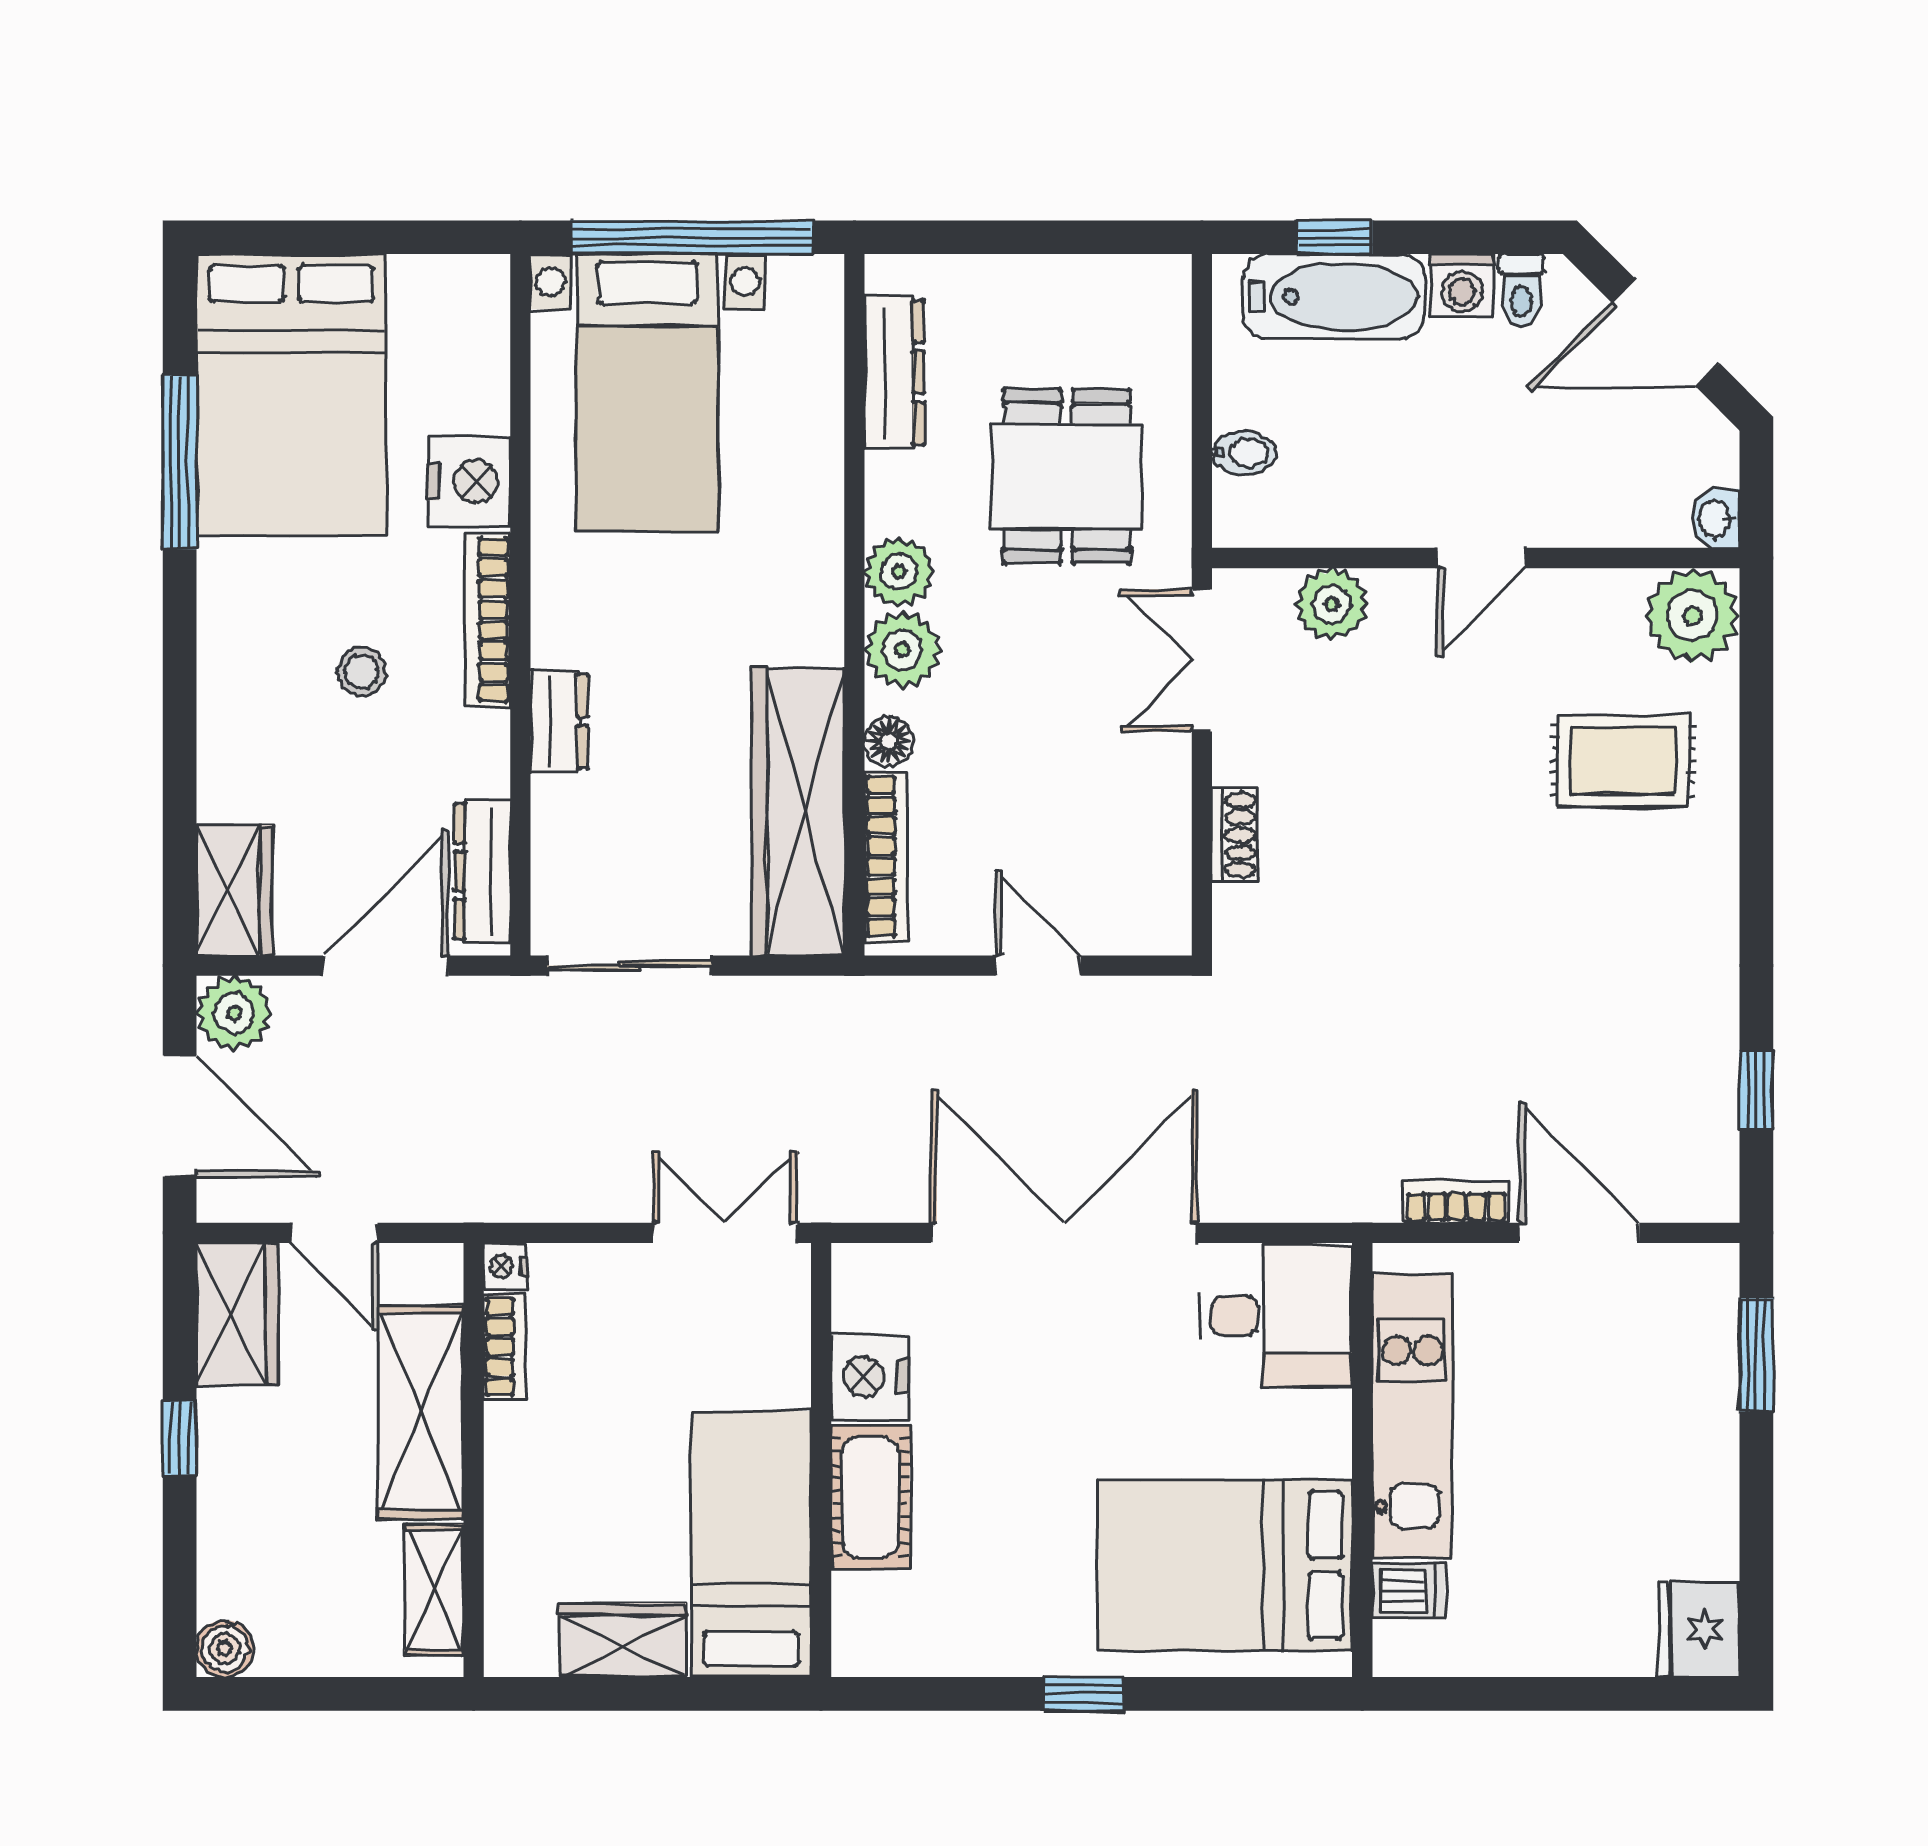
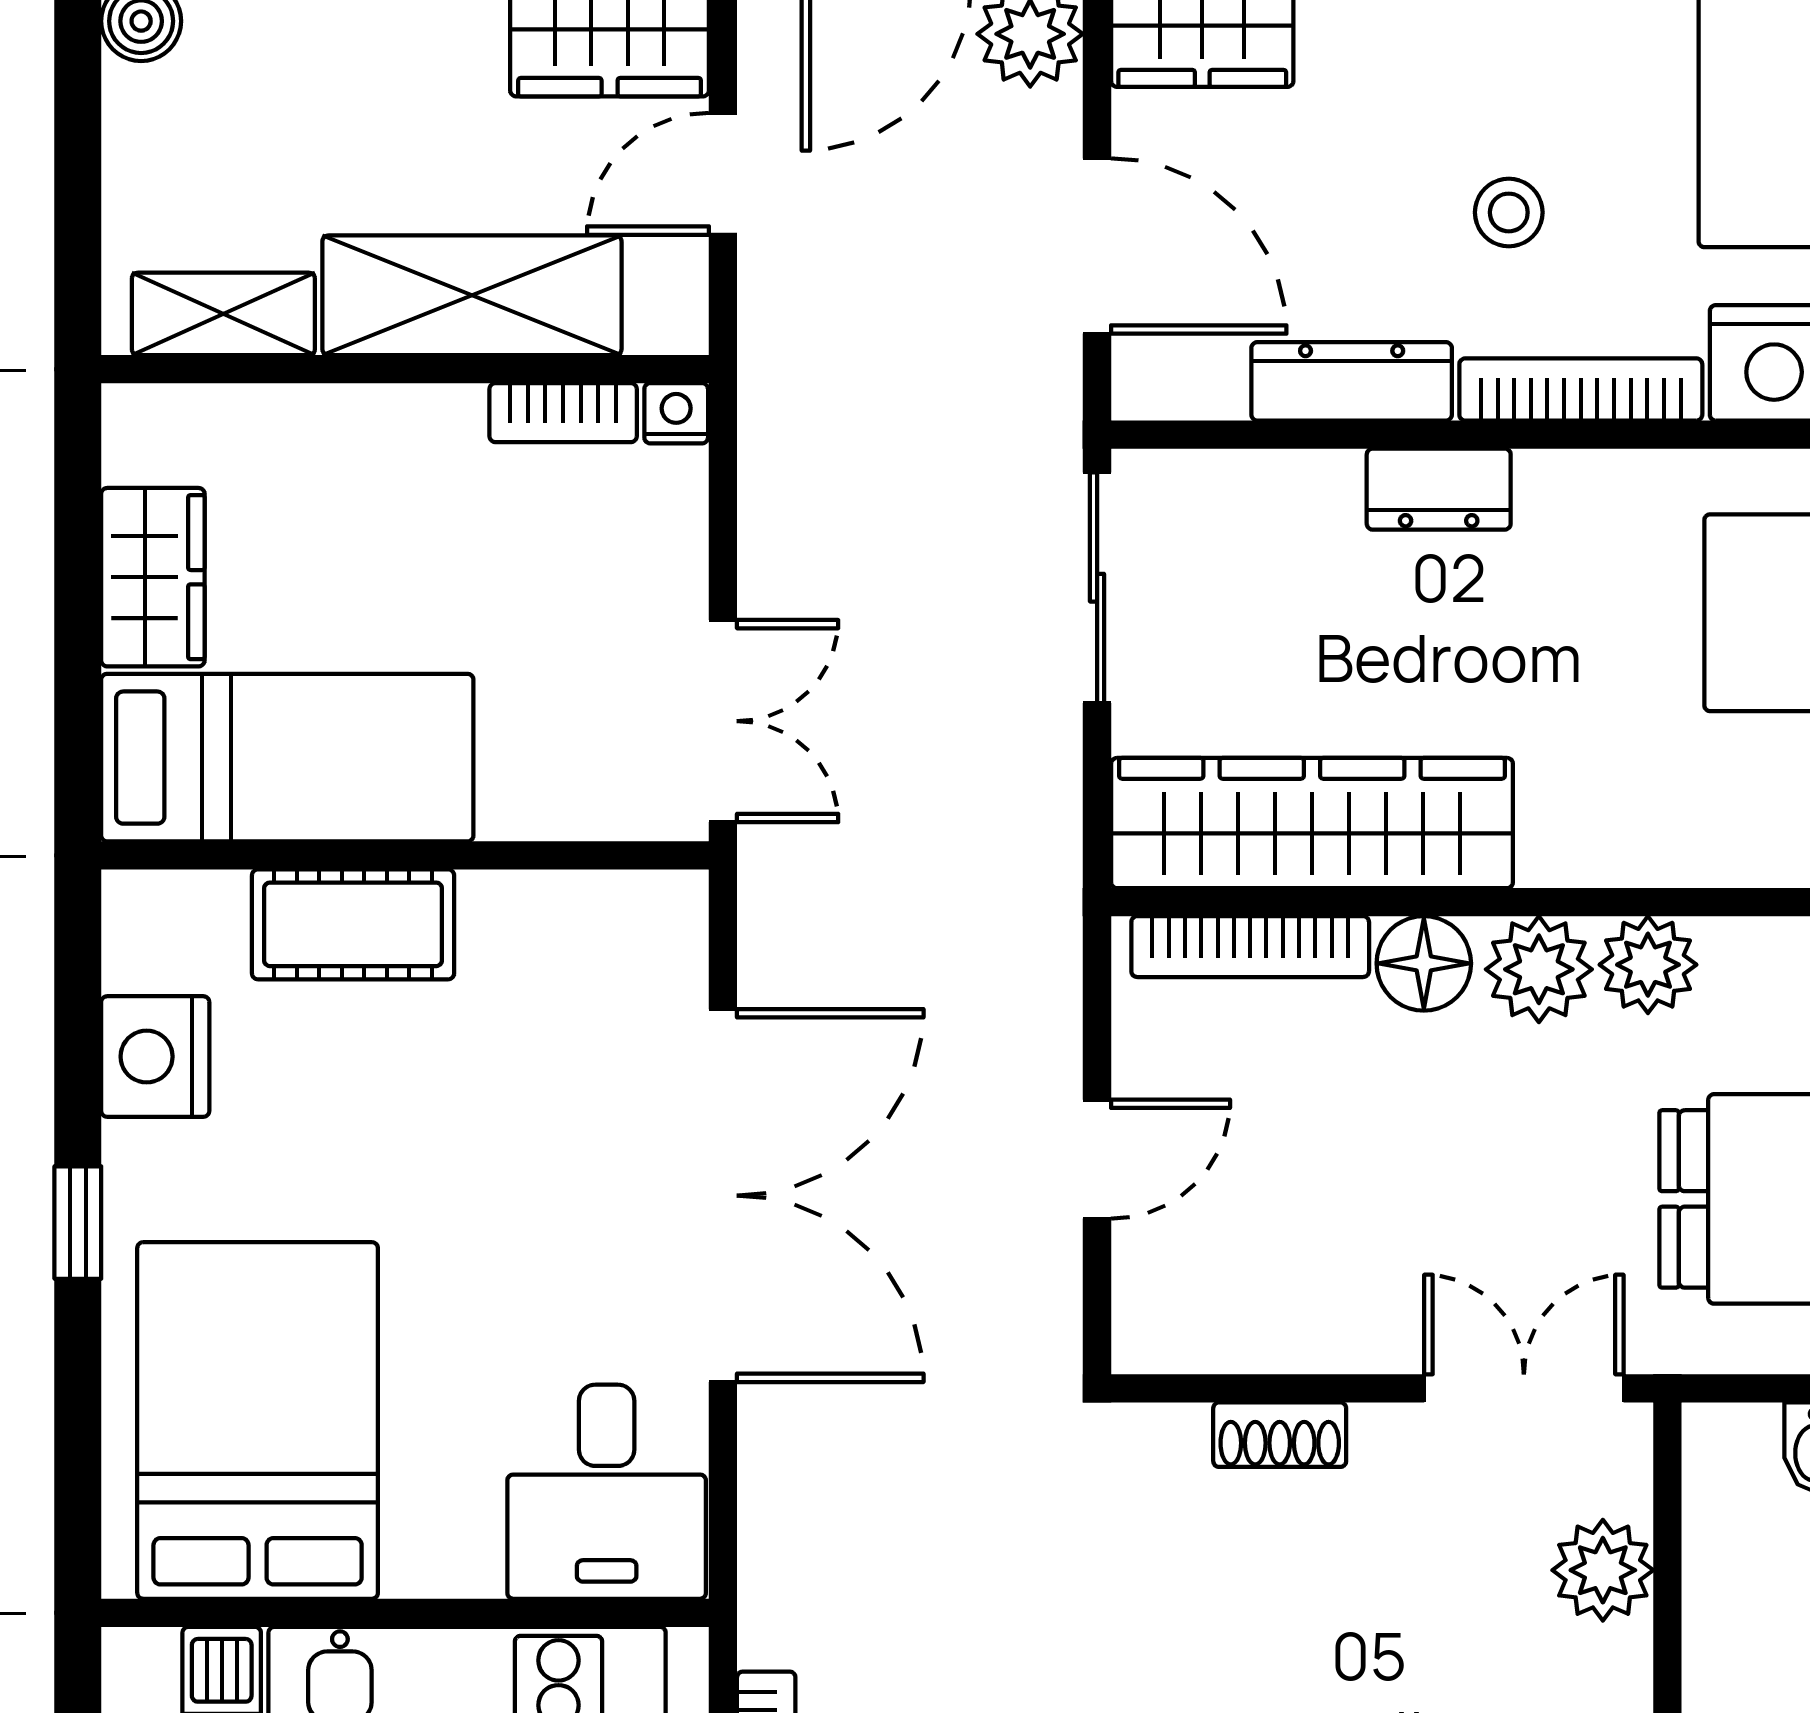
floor lamp: (889, 741) -> (1424, 963), width x1.37, depth x1.37
dresser: (482, 871) -> (1352, 381), moved
nightstand: (870, 1376) -> (155, 1057), moved, turned -90

